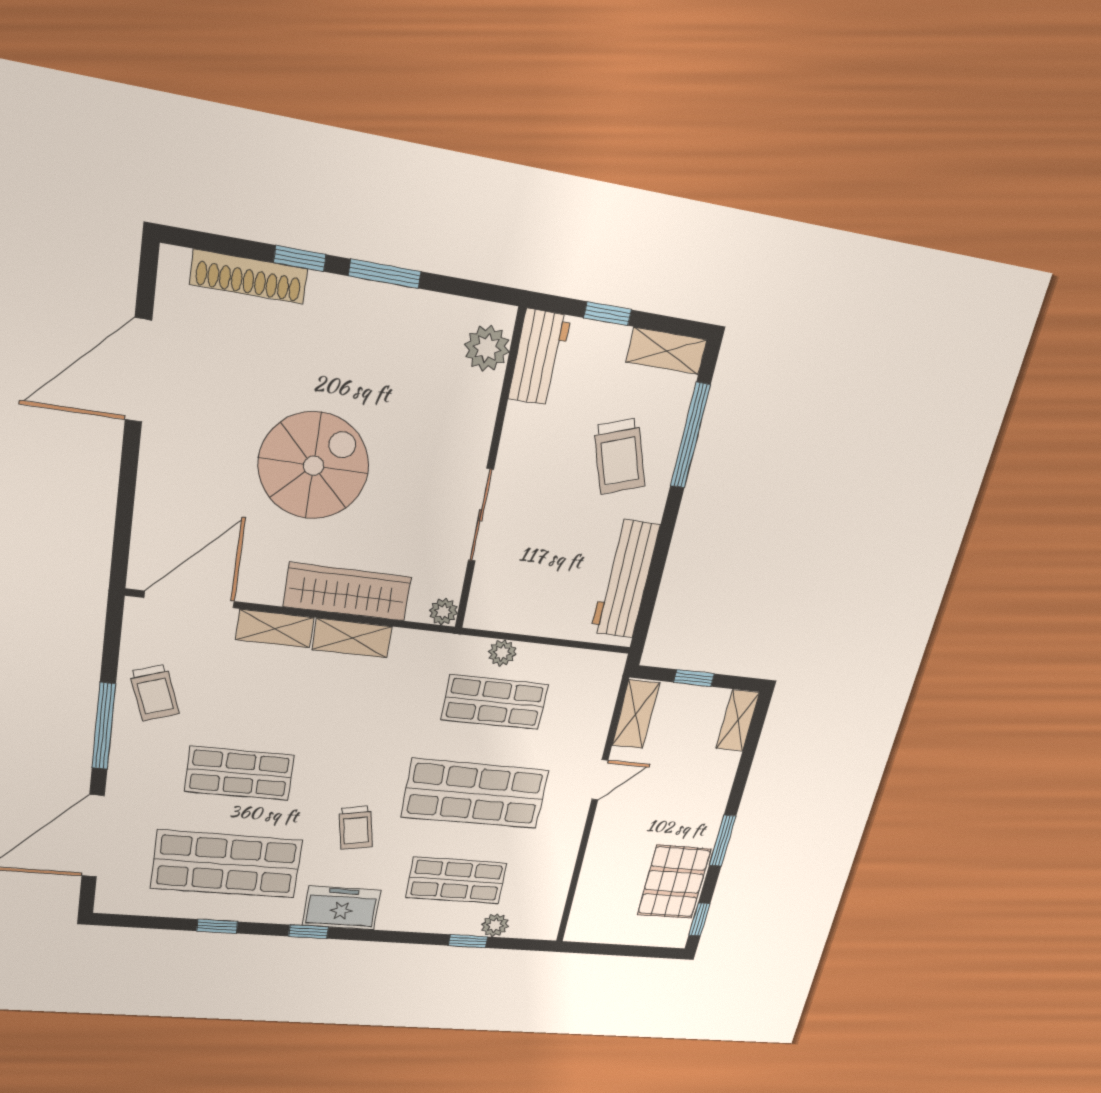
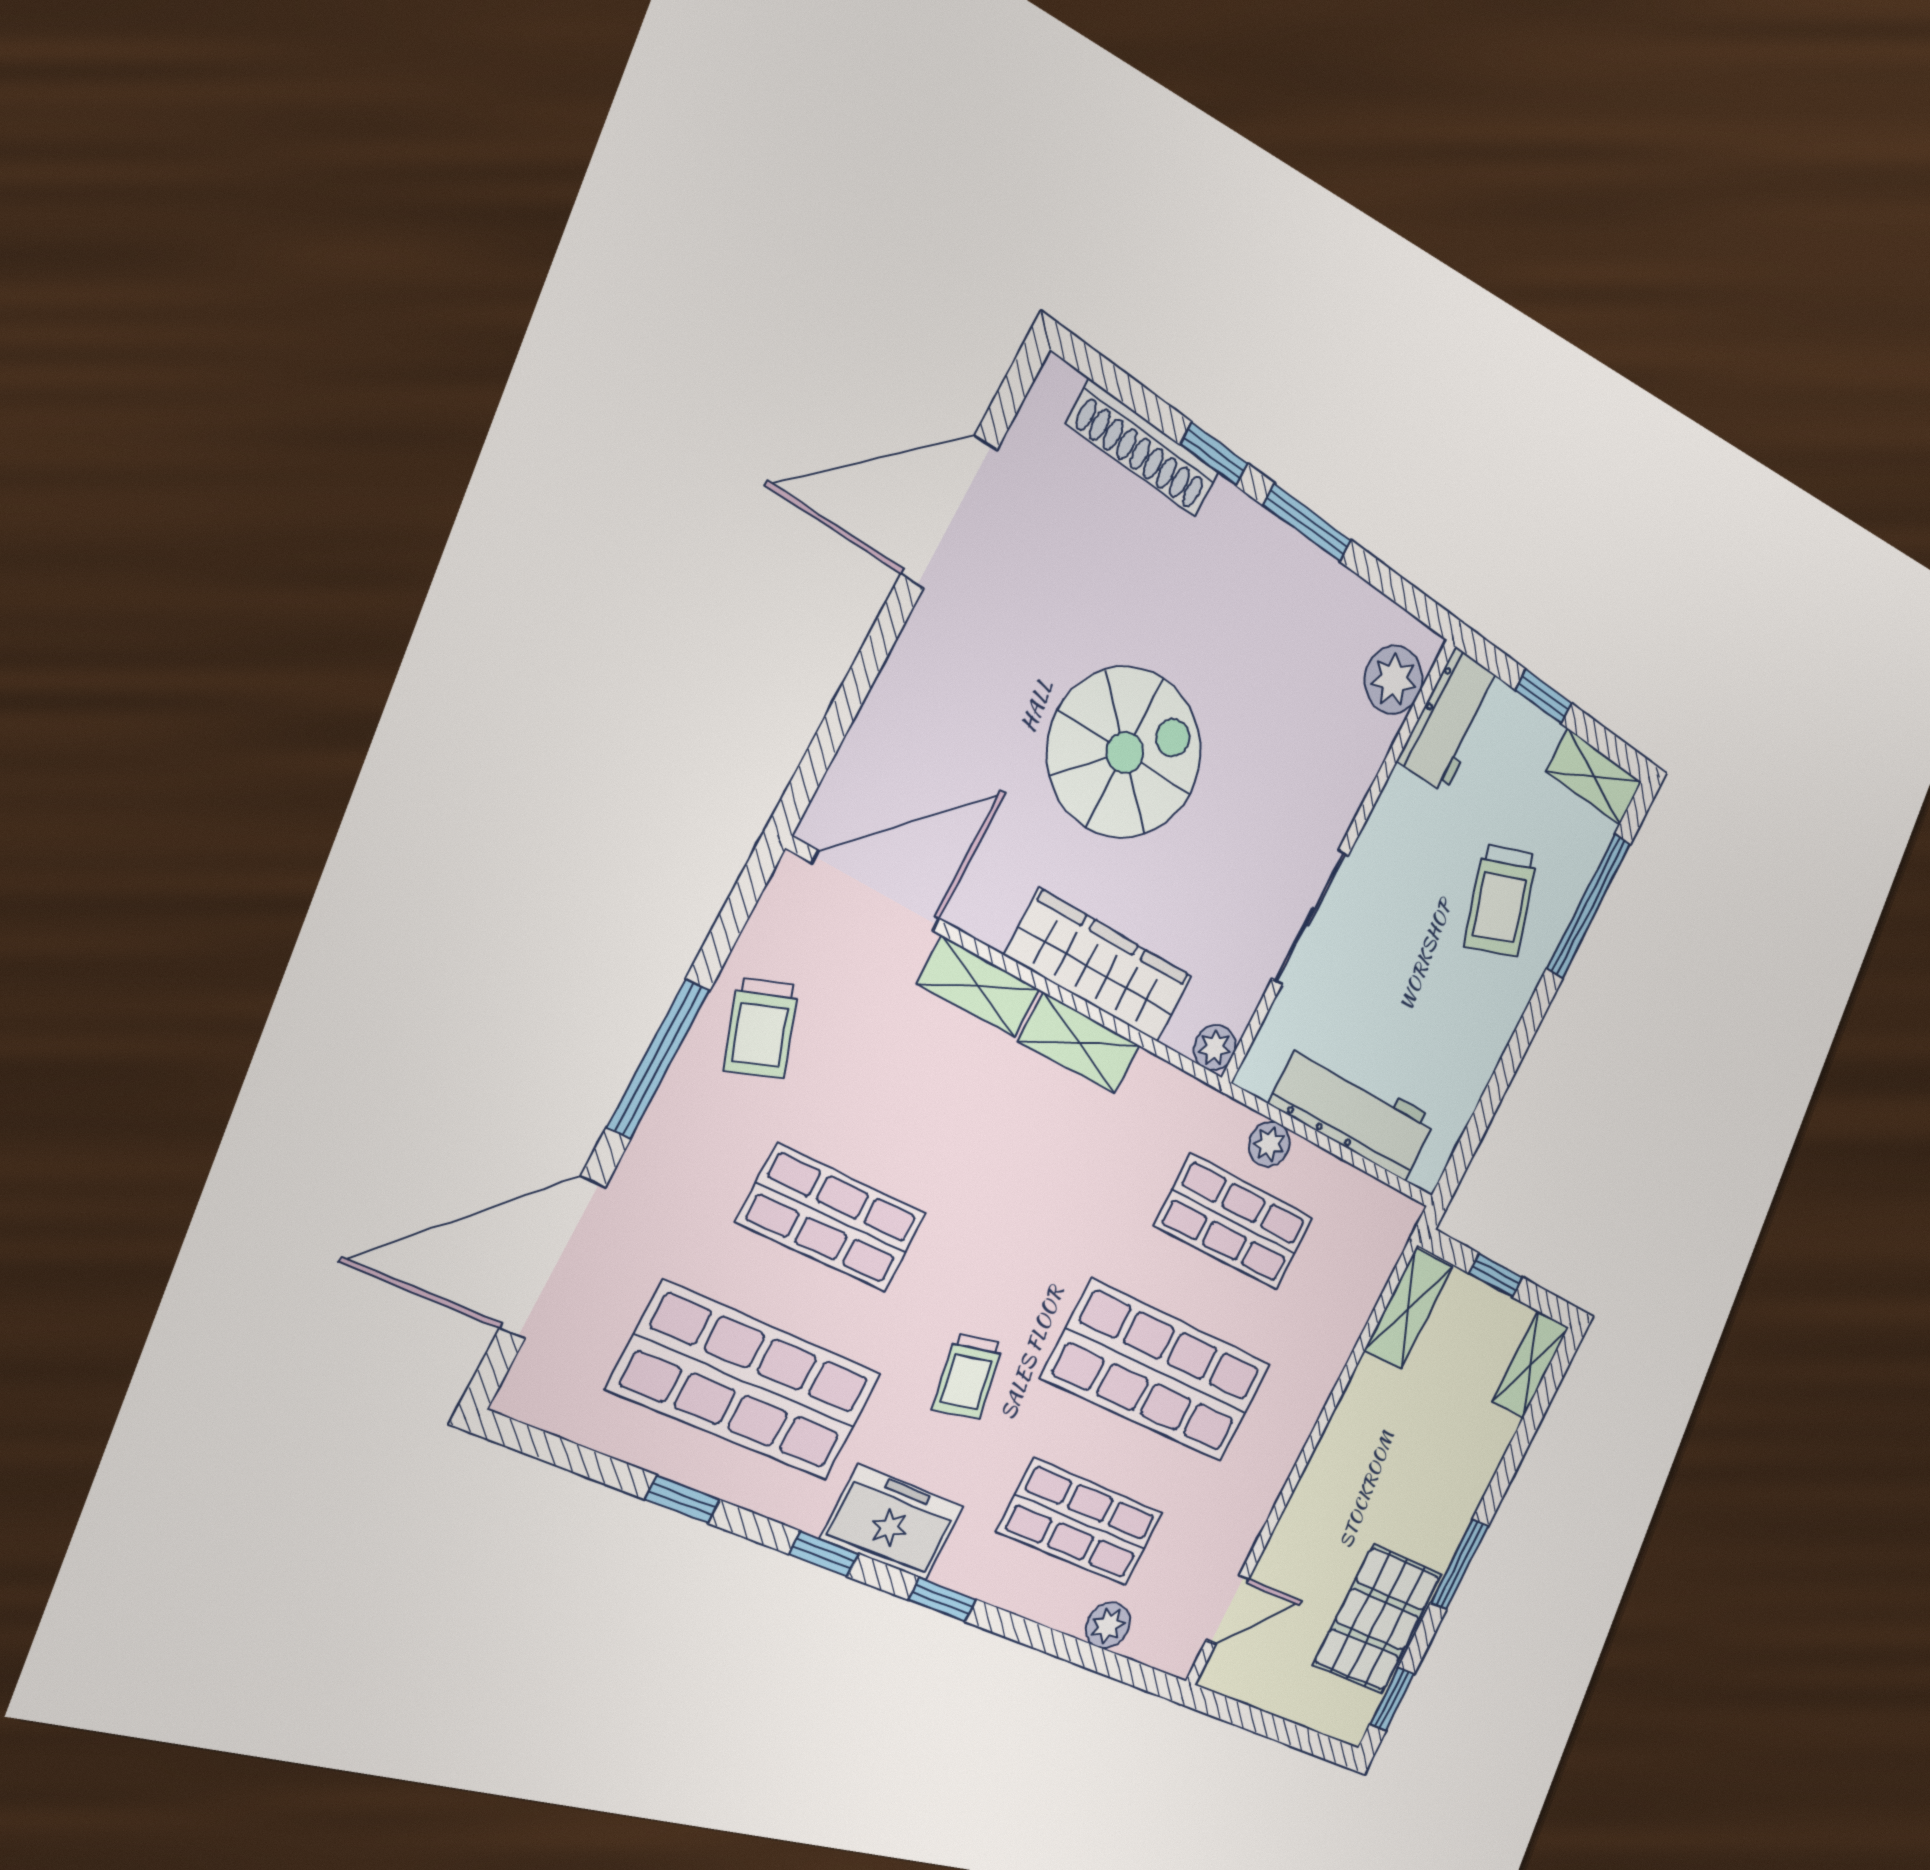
workbench: (625, 579) -> (1353, 1112), moved, turned 90
door: (600, 780) -> (1228, 1609), moved
window: (468, 941) -> (942, 1600), moved

